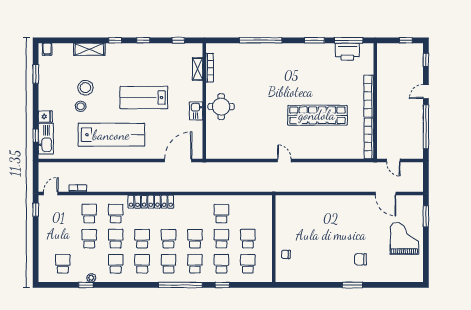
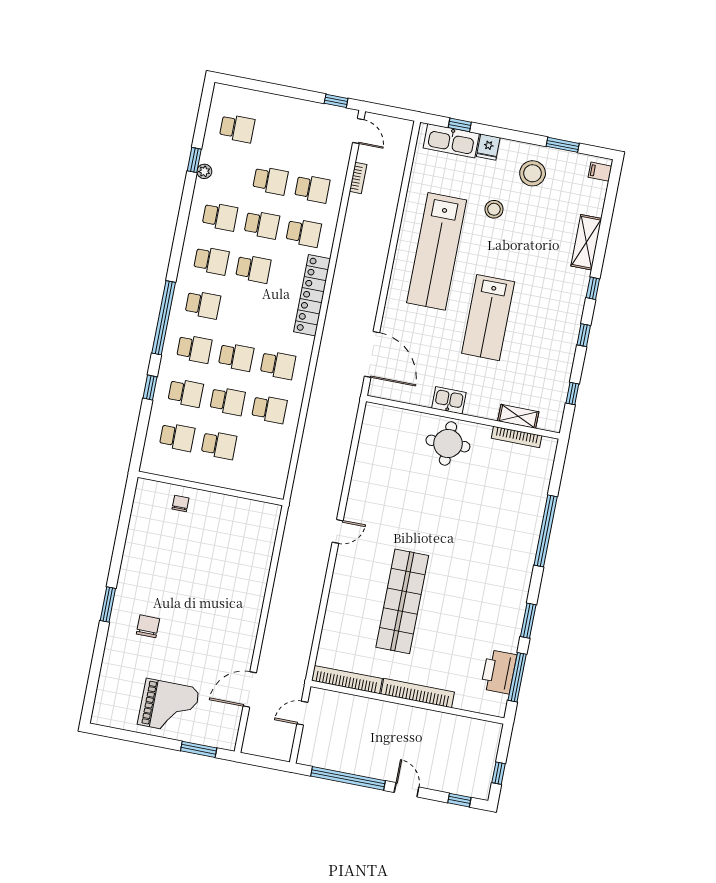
stool: (85, 88) -> (533, 173), moved
lab bench: (144, 98) -> (488, 318), turned 180
school desk: (169, 239) -> (278, 365), moved

